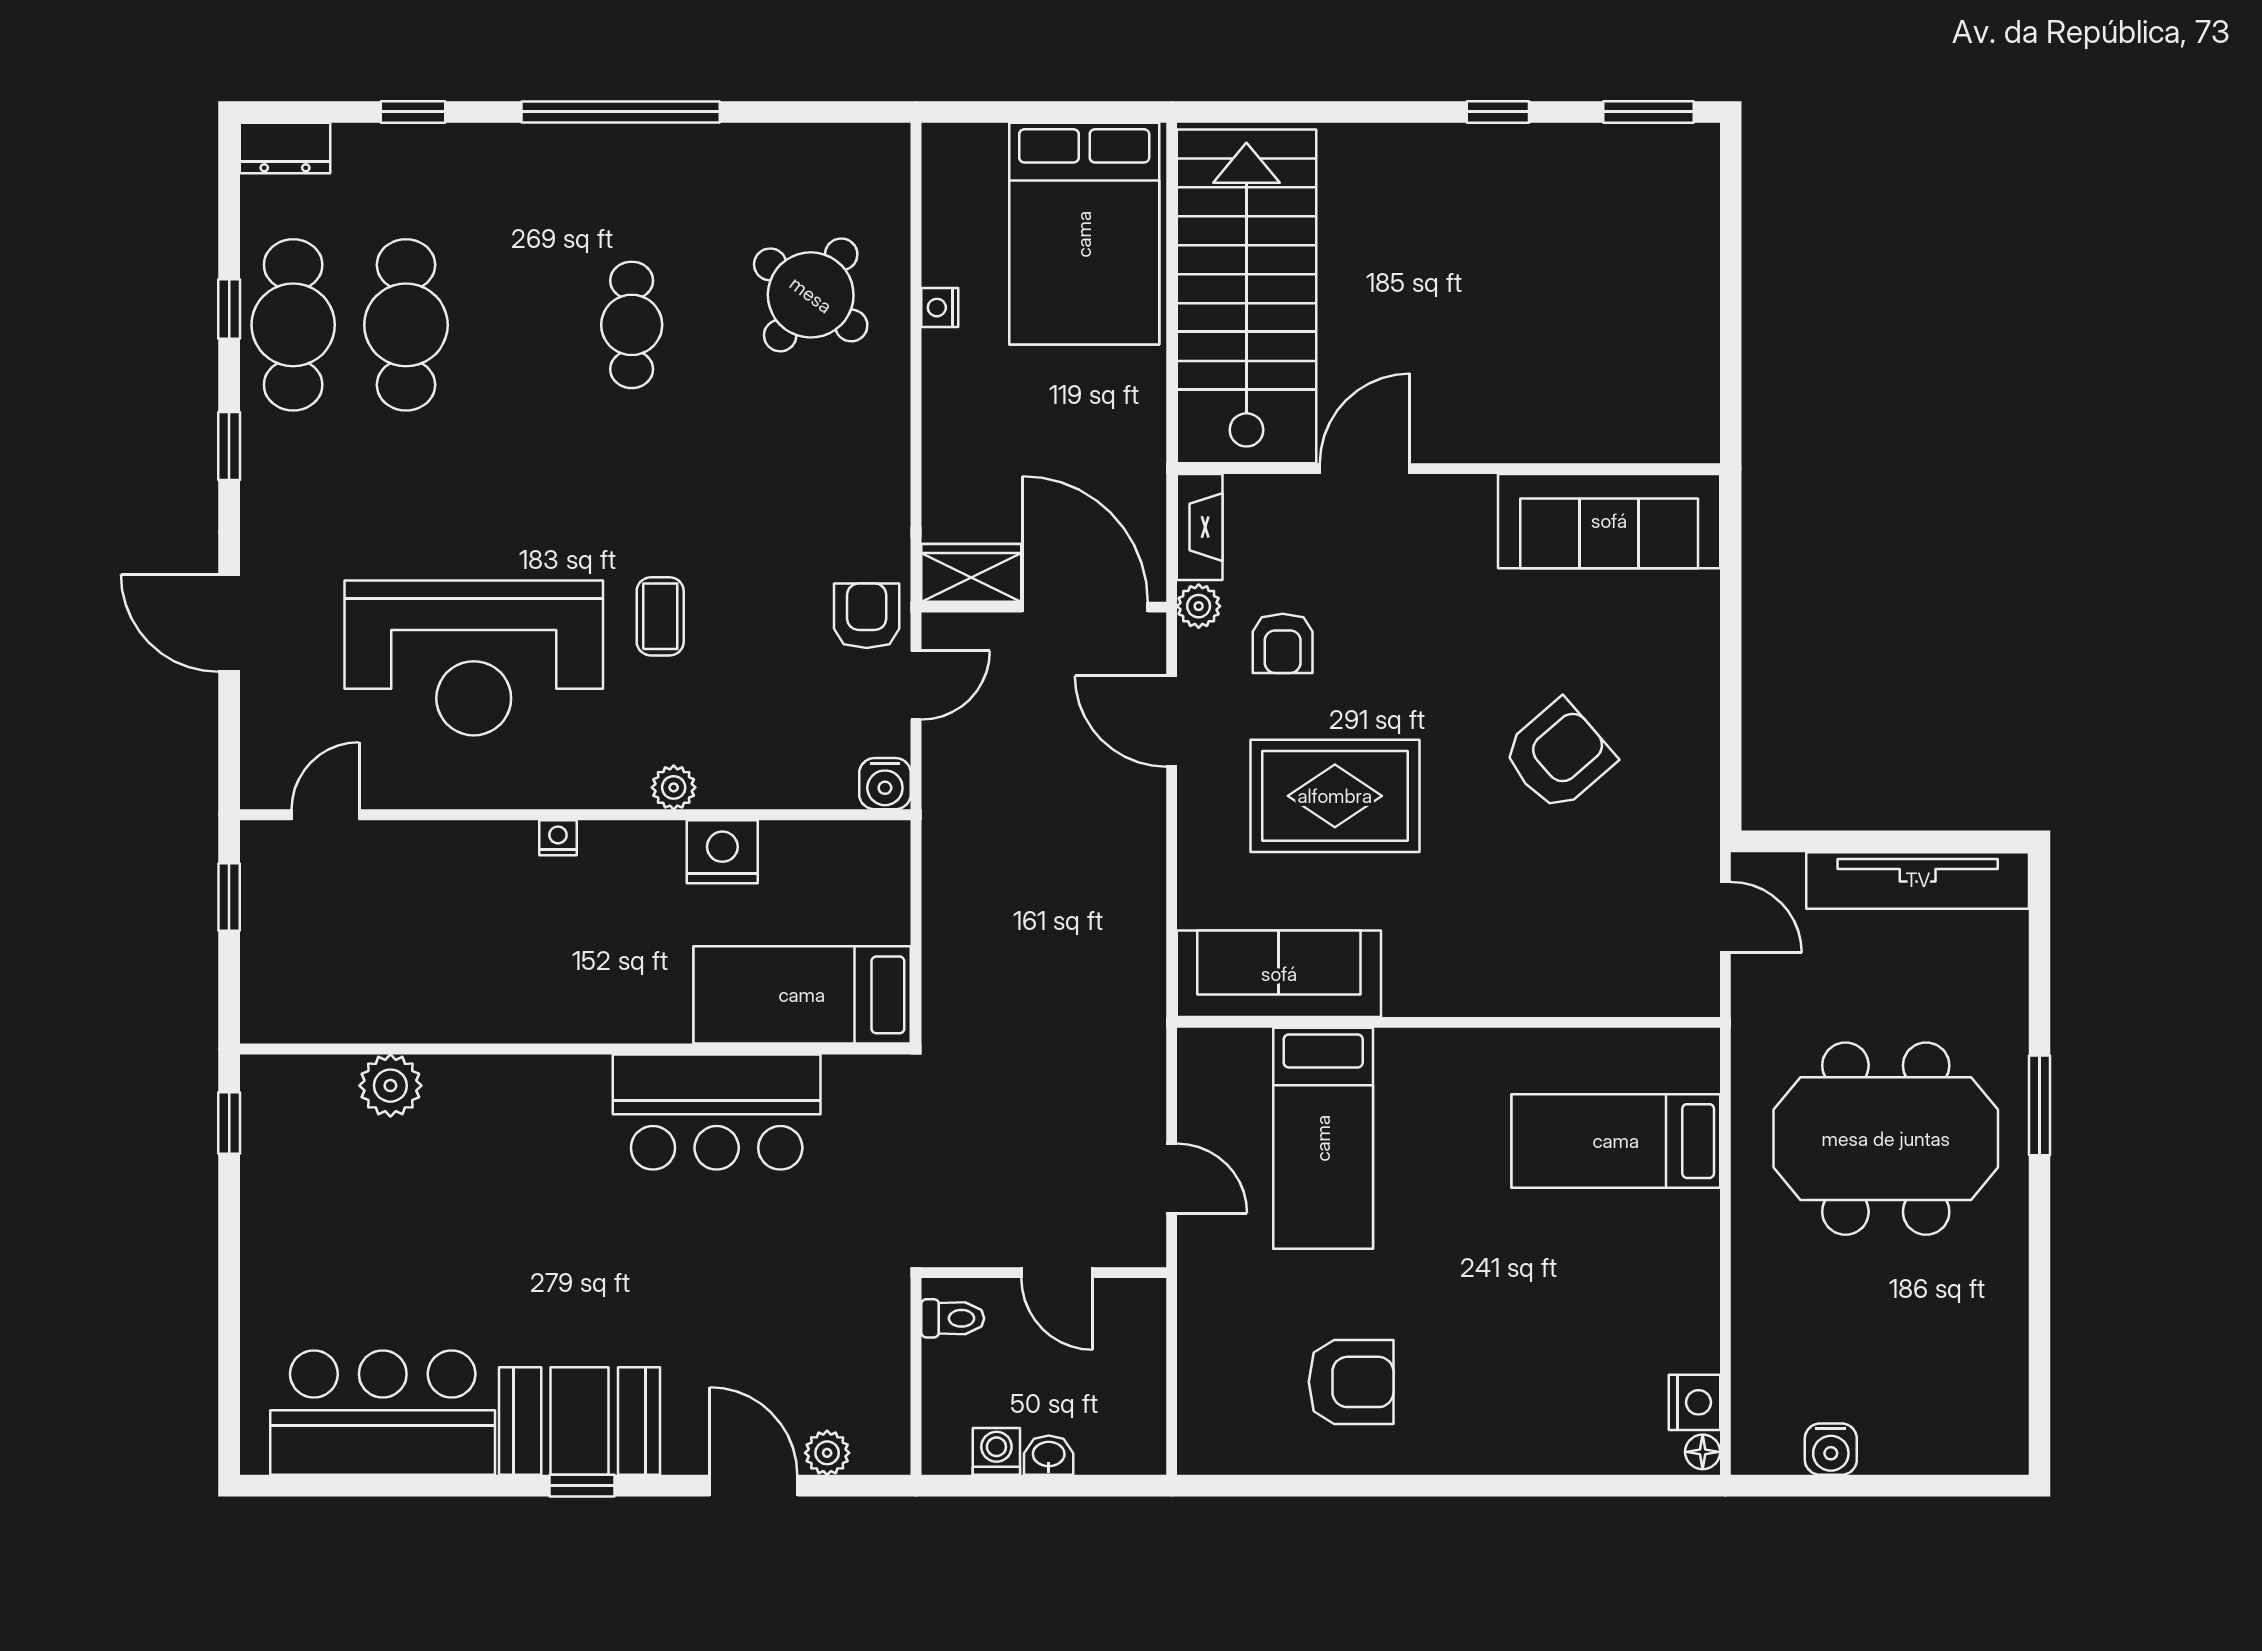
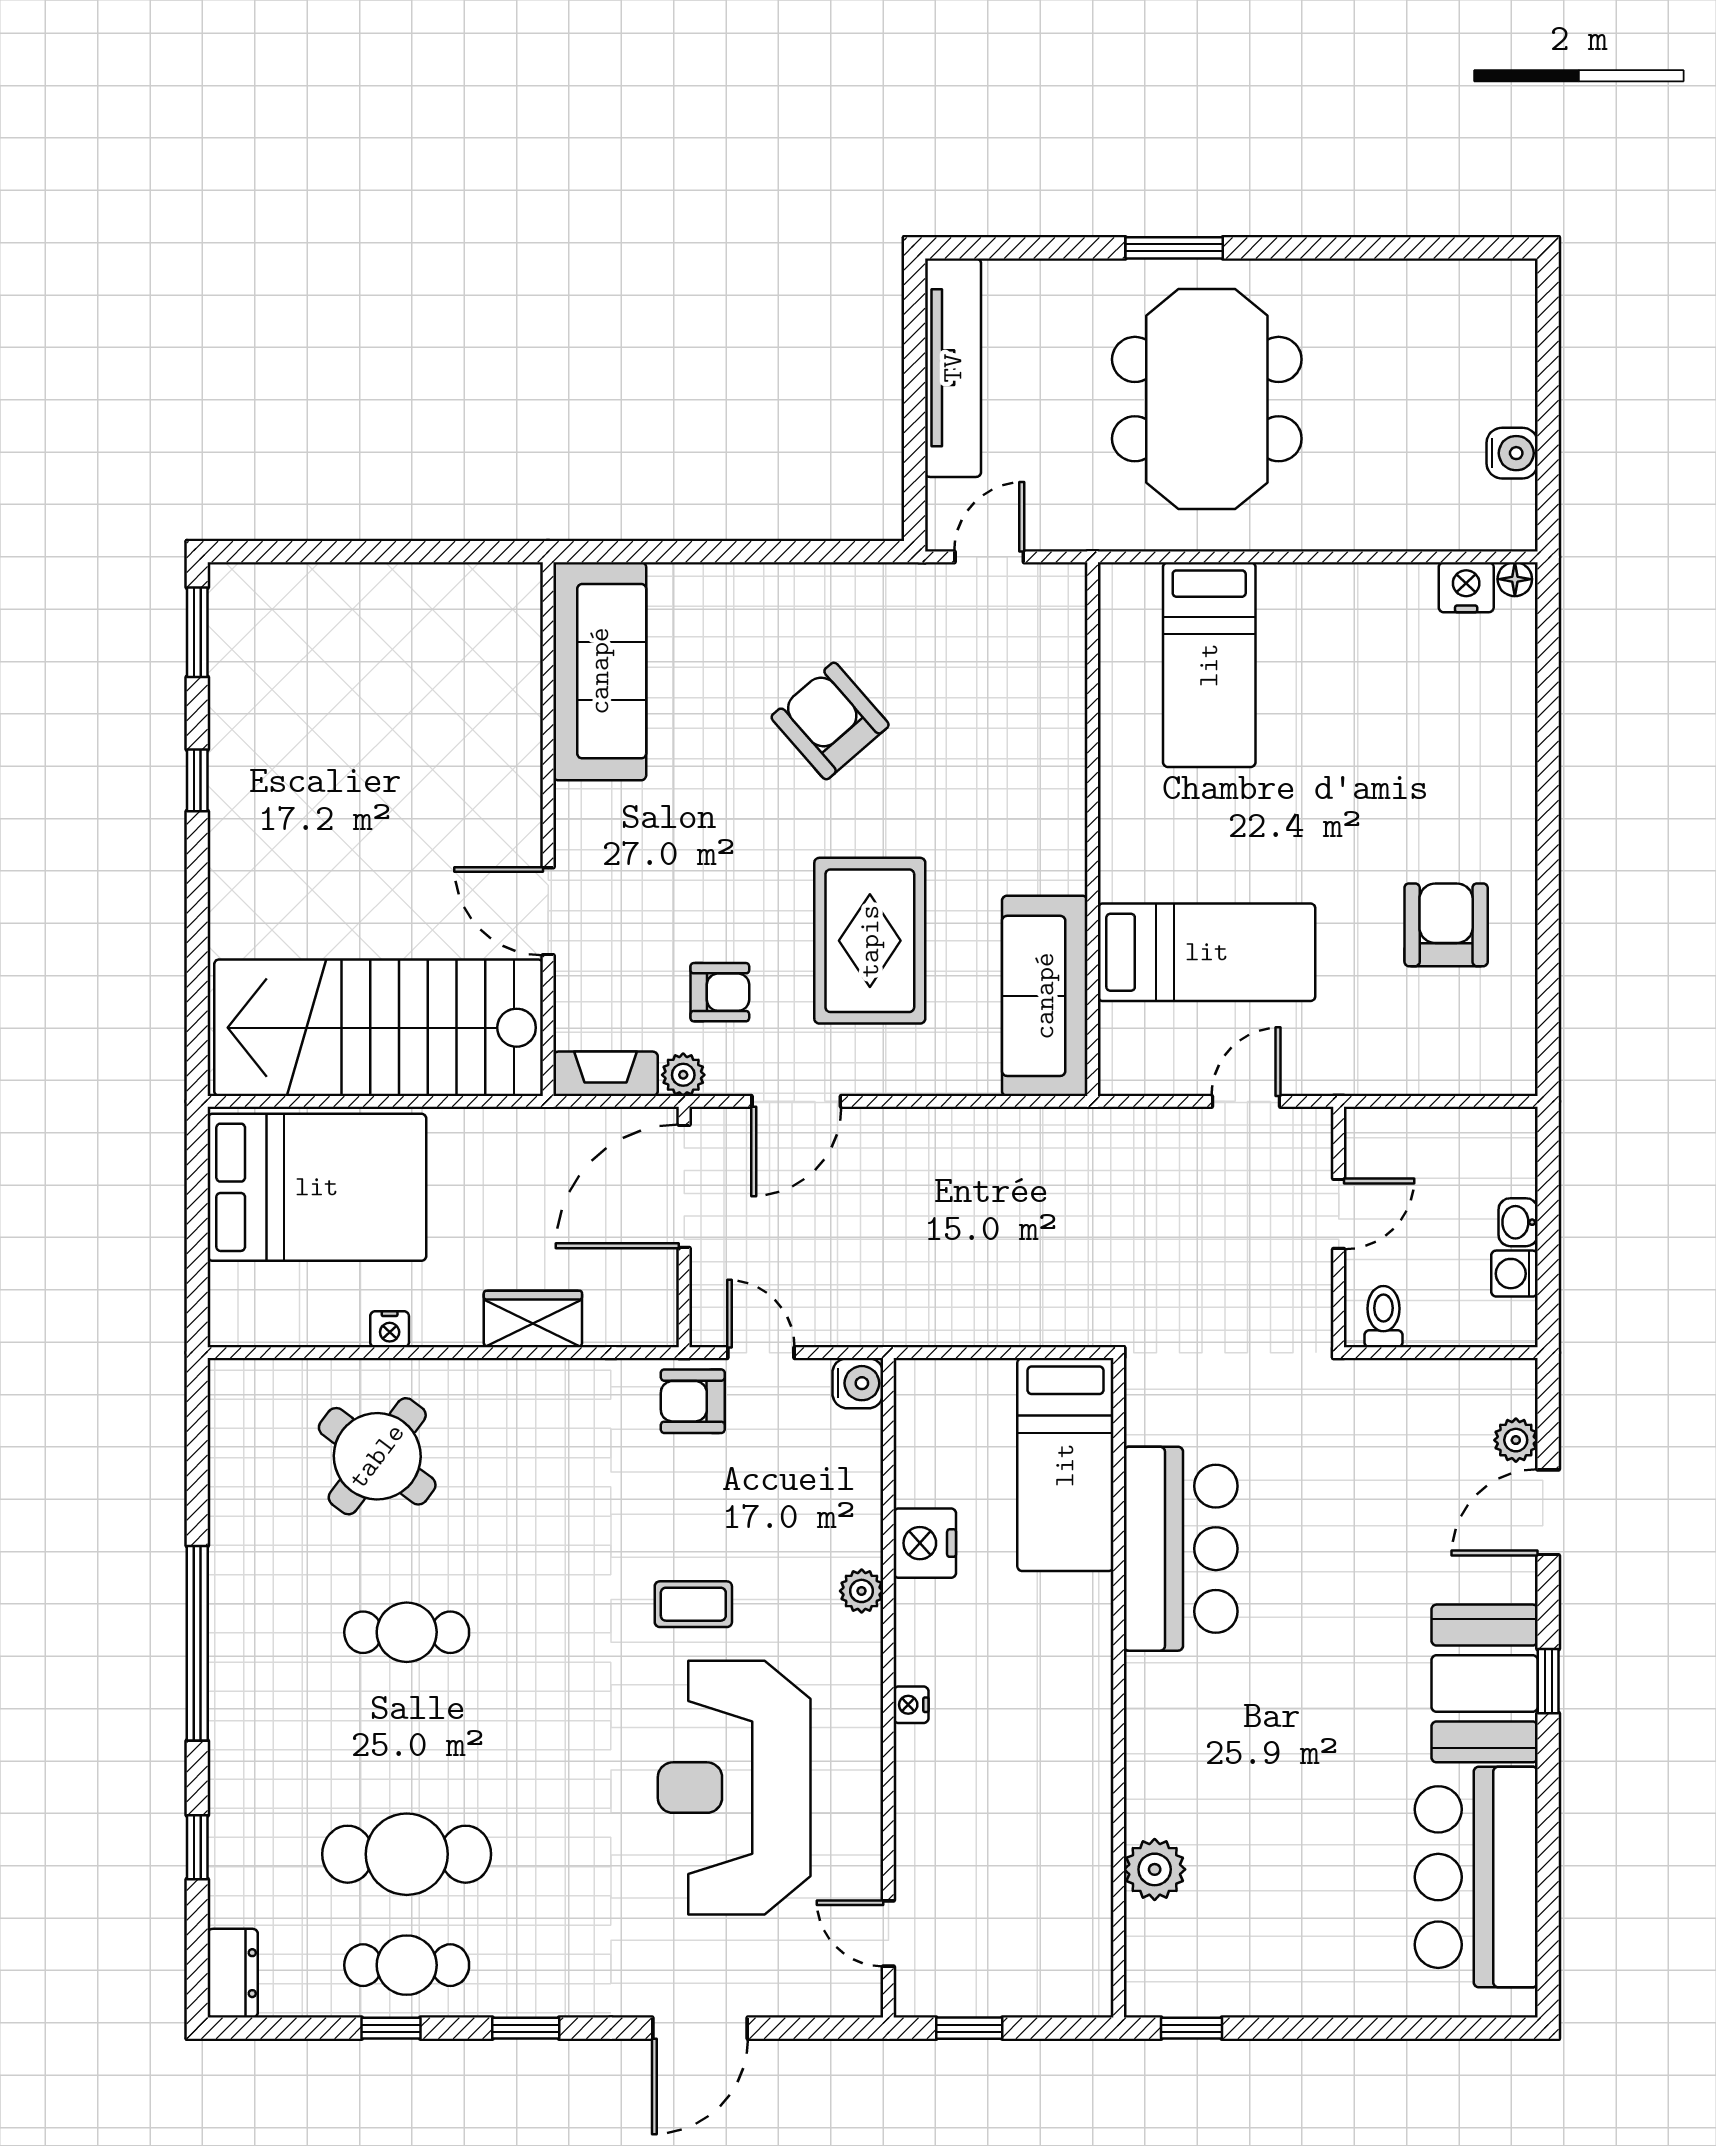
cafe table: (293, 325) -> (407, 1965), width x0.73, depth x0.74
wardrobe: (971, 573) -> (533, 1319), moved, turned 90
reception desk: (474, 658) -> (734, 1788), turned 180

